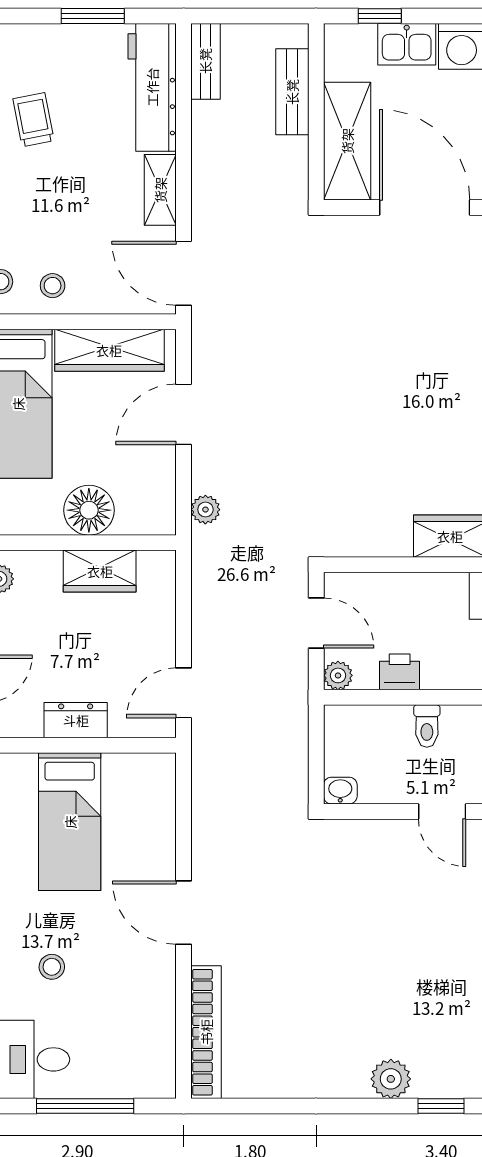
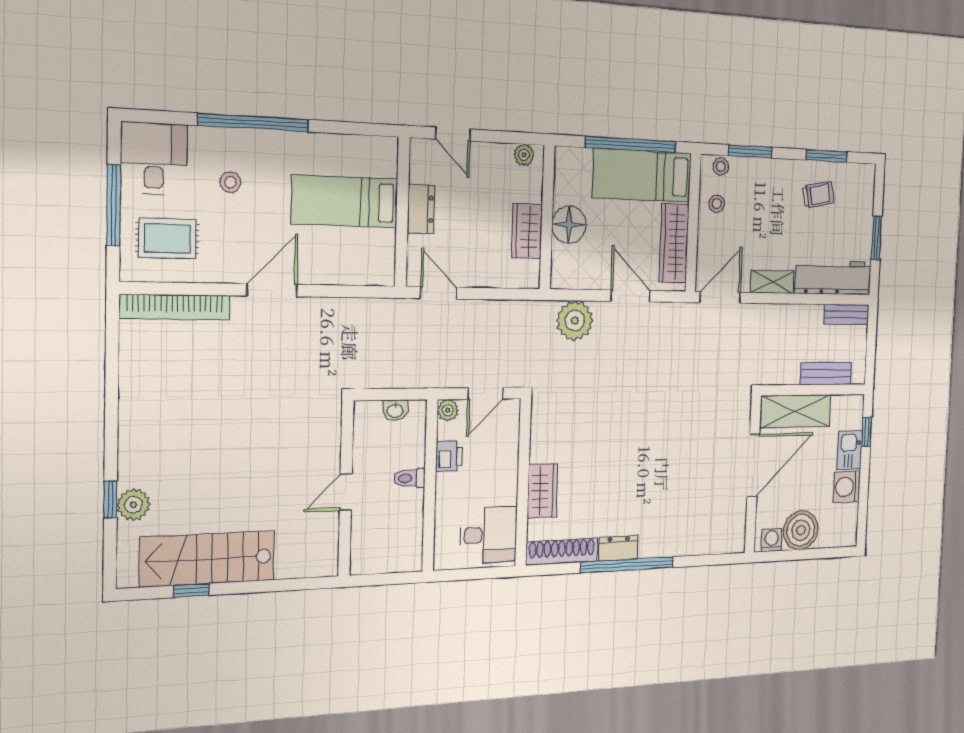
plant: (205, 510) -> (575, 321), width x1.88, depth x1.88
washbasin: (340, 791) -> (395, 410), moved, turned 90
rug: (123, 1042) -> (167, 238), added
plant: (391, 1079) -> (133, 505), moved

